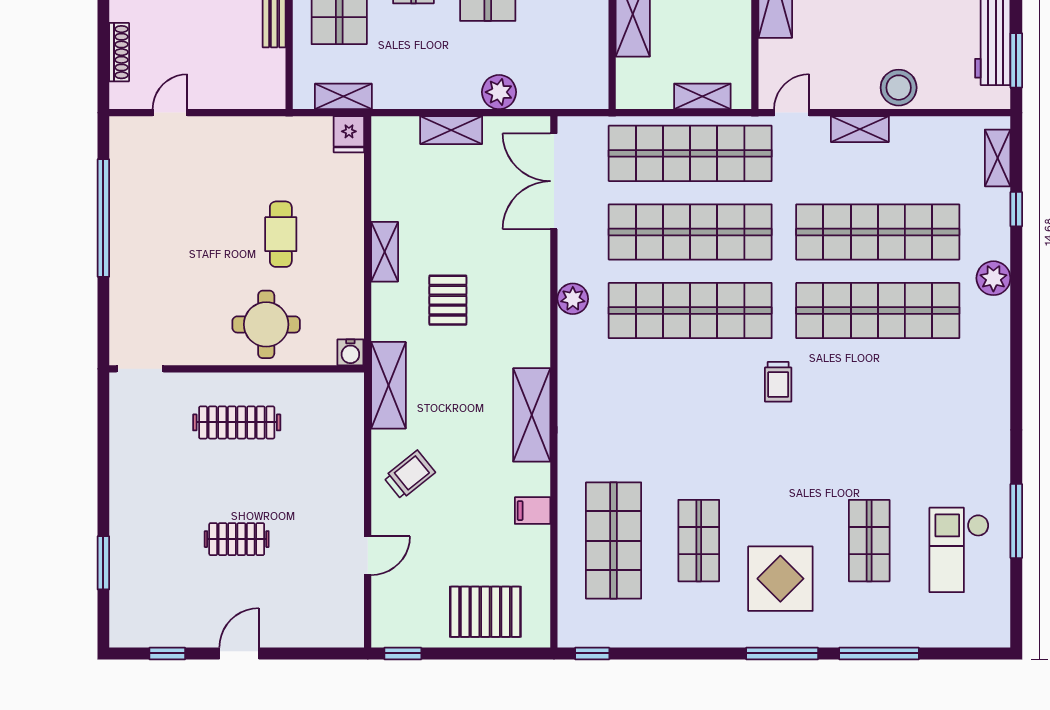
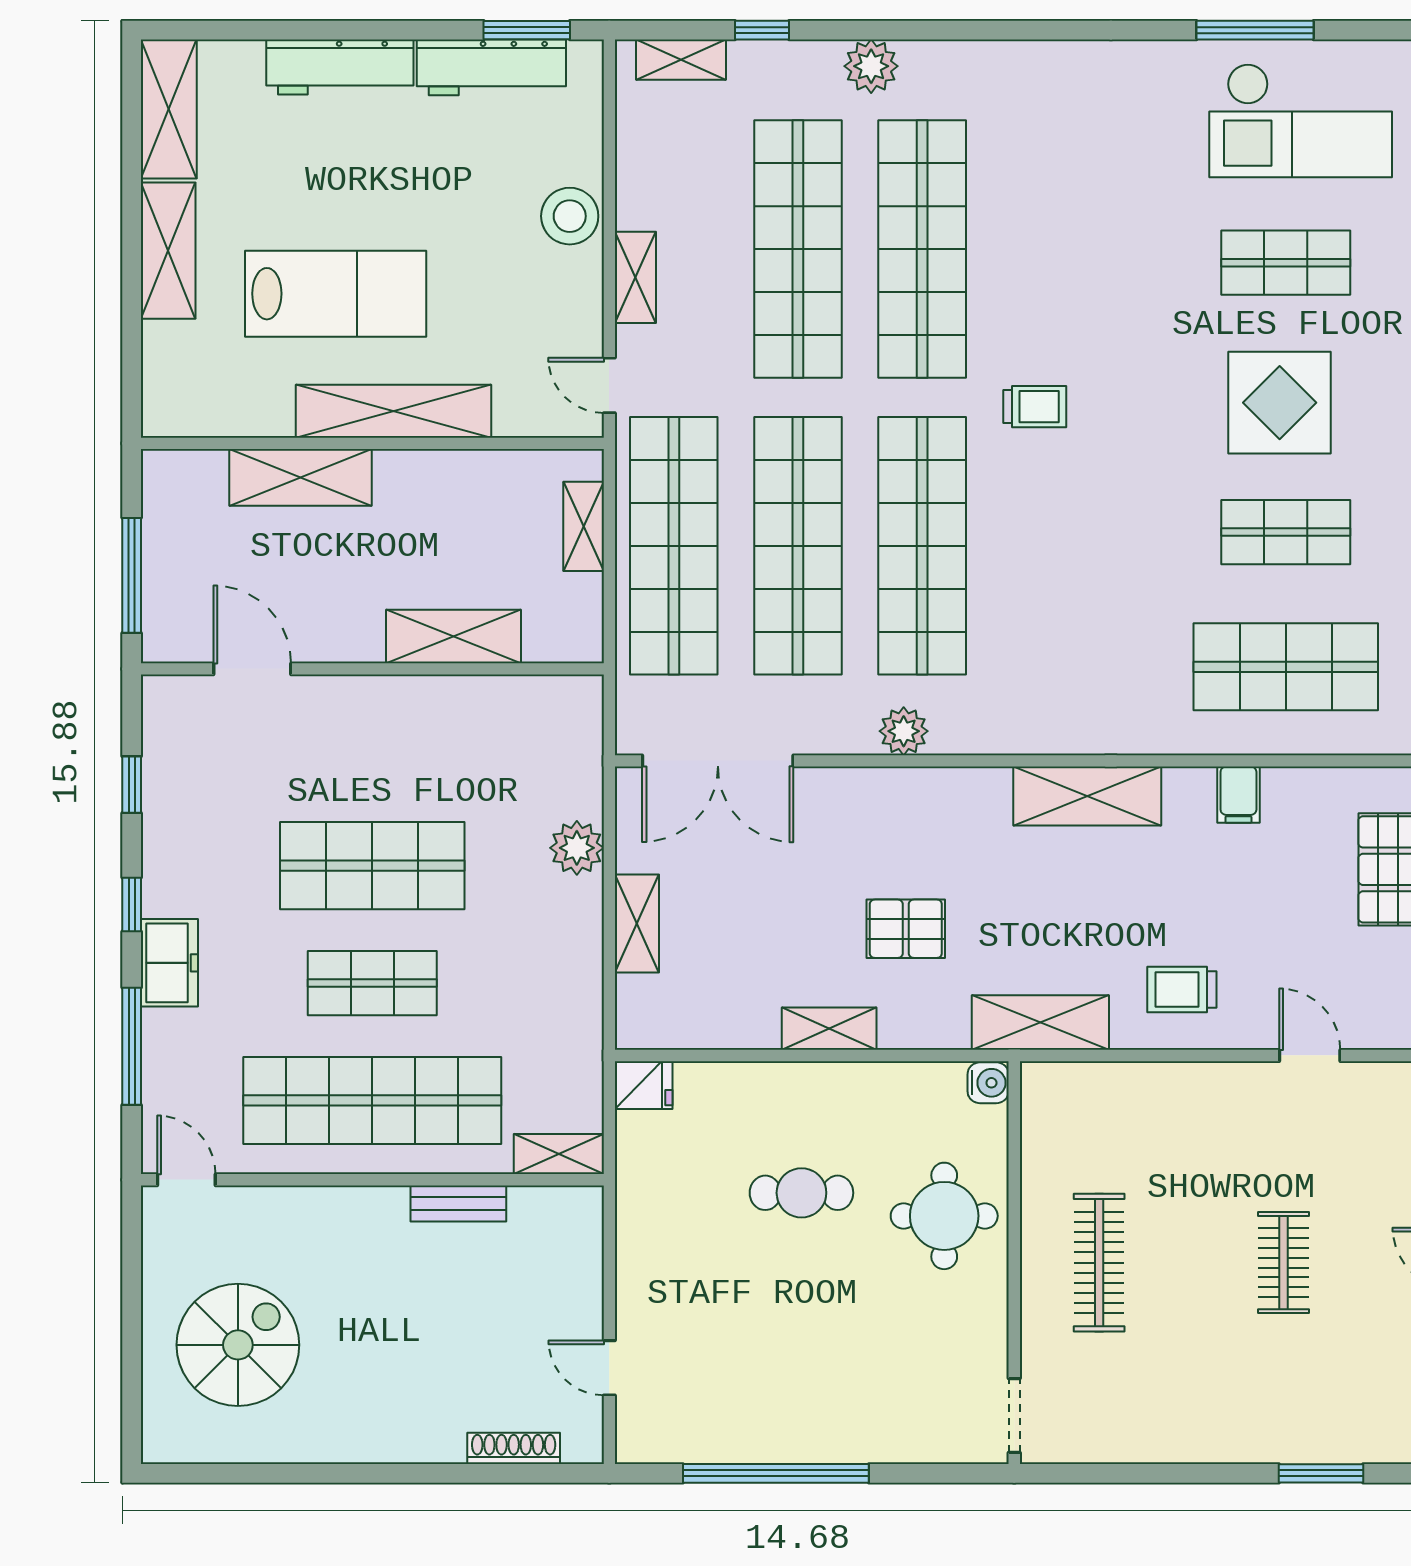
shelving: (343, 96) -> (559, 1154), moved, turned 90
trolley: (409, 475) -> (1182, 989), turned -51
checkout: (959, 550) -> (1301, 120), width x1.36, depth x1.21
display table: (780, 579) -> (1280, 403), moved

